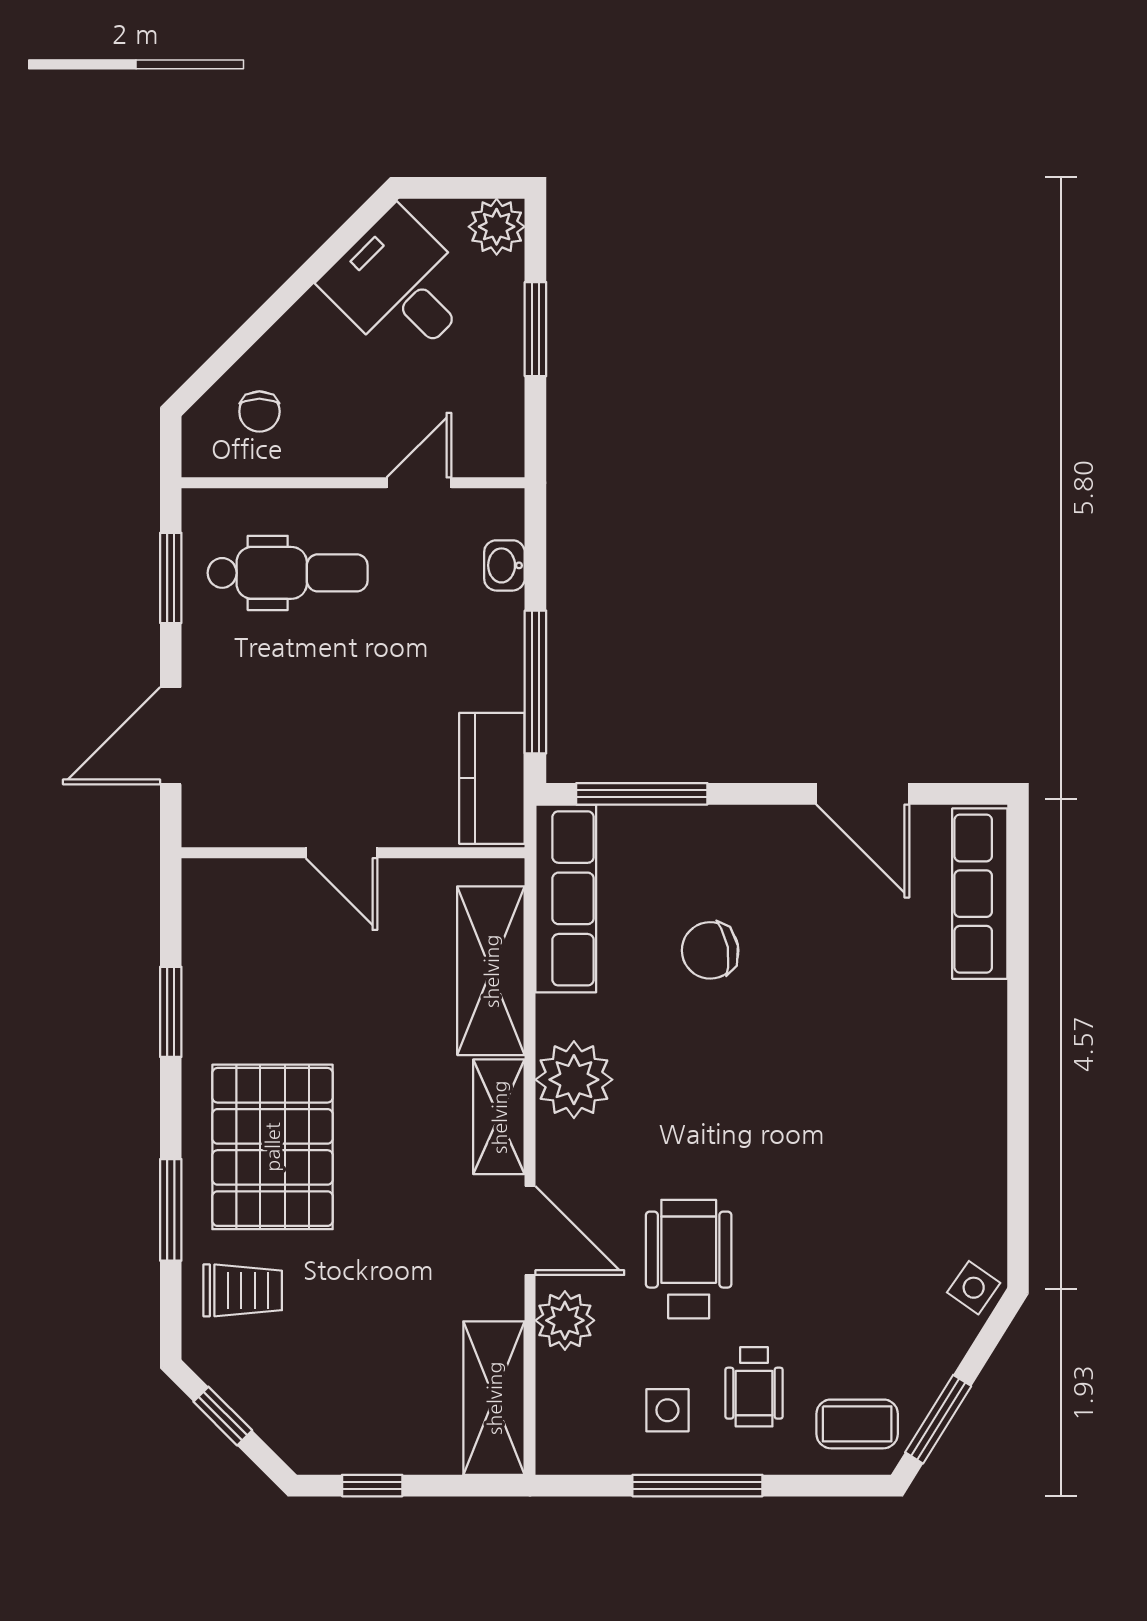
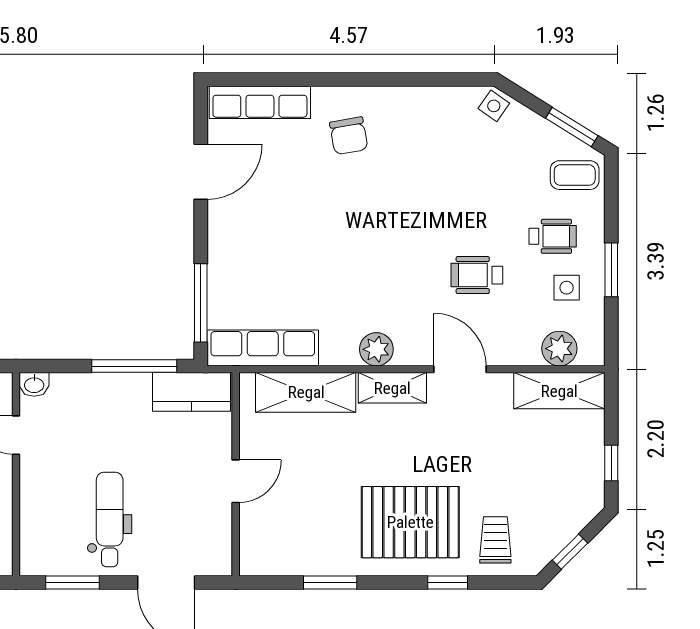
washbasin: (504, 565) -> (34, 384), moved
dental chair: (288, 573) -> (110, 519), moved
chair: (710, 950) -> (349, 136), moved
plant: (574, 1080) -> (376, 349), width x0.73, depth x0.73
window: (171, 1210) -> (448, 582), width x0.67
door: (530, 1231) -> (460, 369), hinge flipped
wheelchair: (689, 1259) -> (477, 275), width x0.73, depth x0.73
plant: (565, 1320) -> (559, 349), moved
coffee table: (857, 1424) -> (575, 175), turned 90
window: (697, 1486) -> (611, 270), width x0.69

